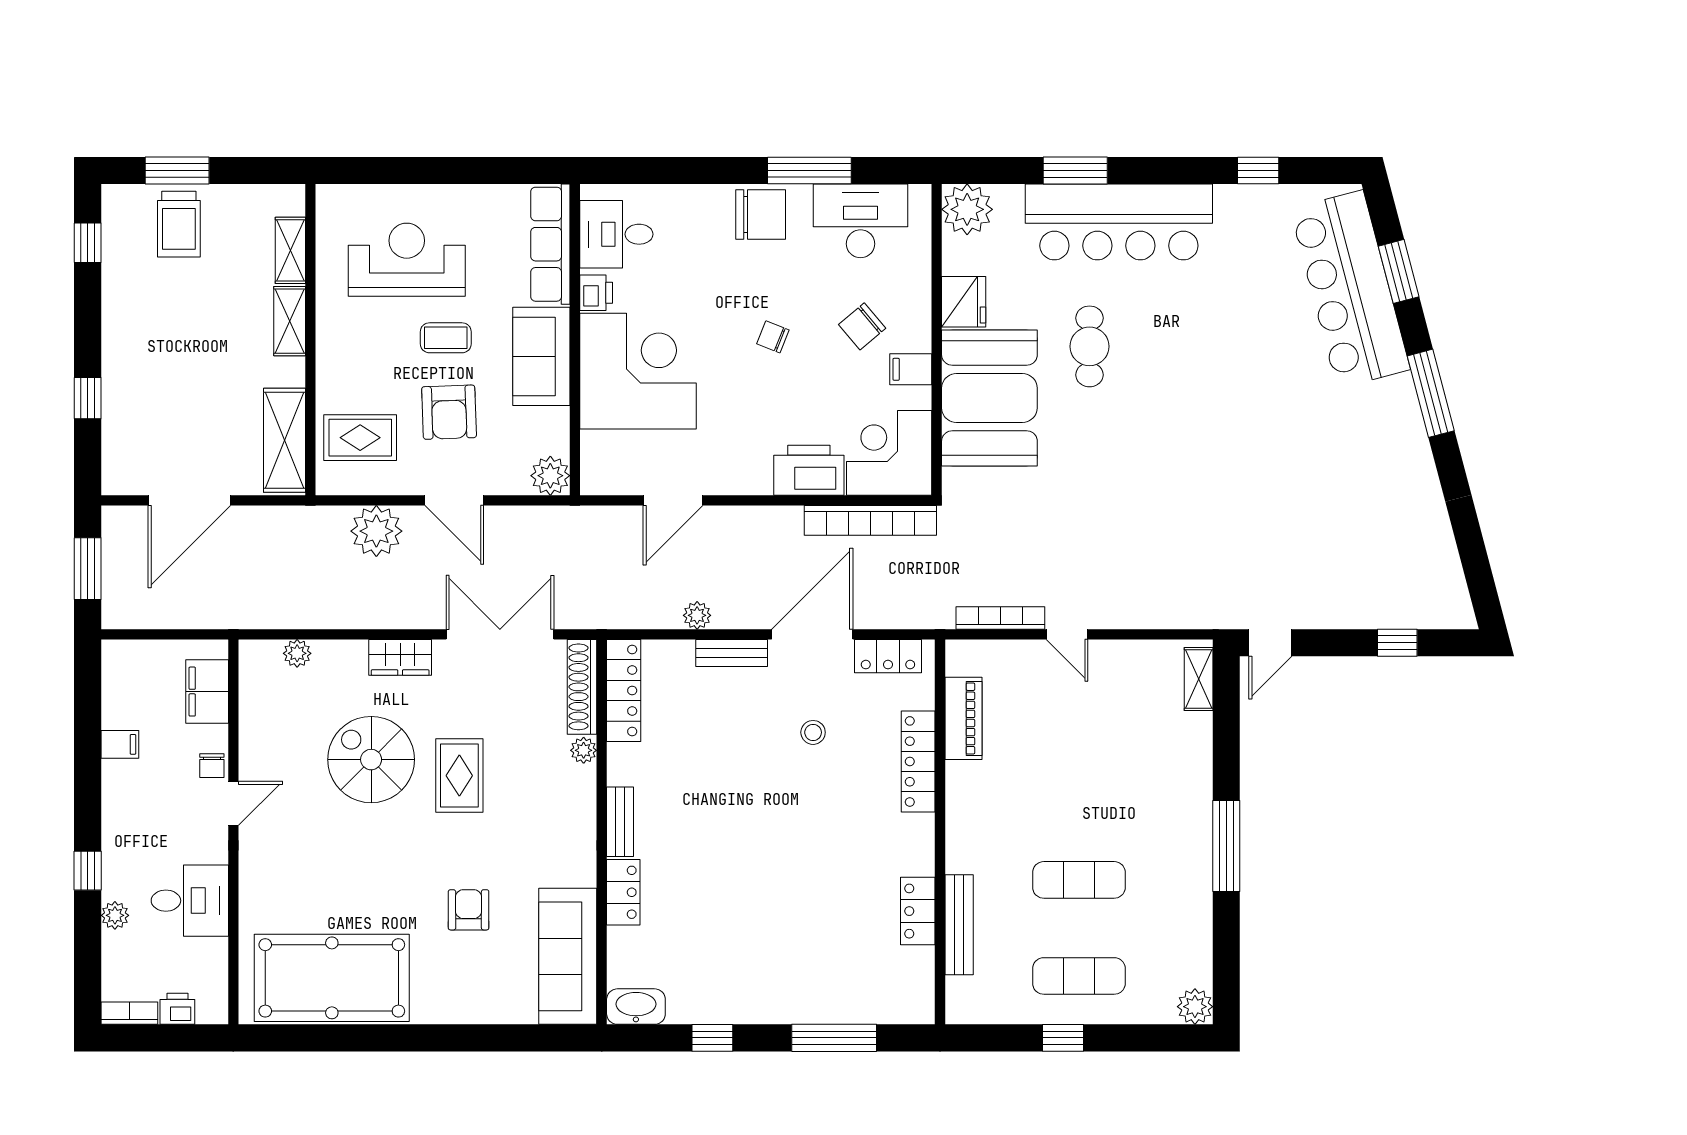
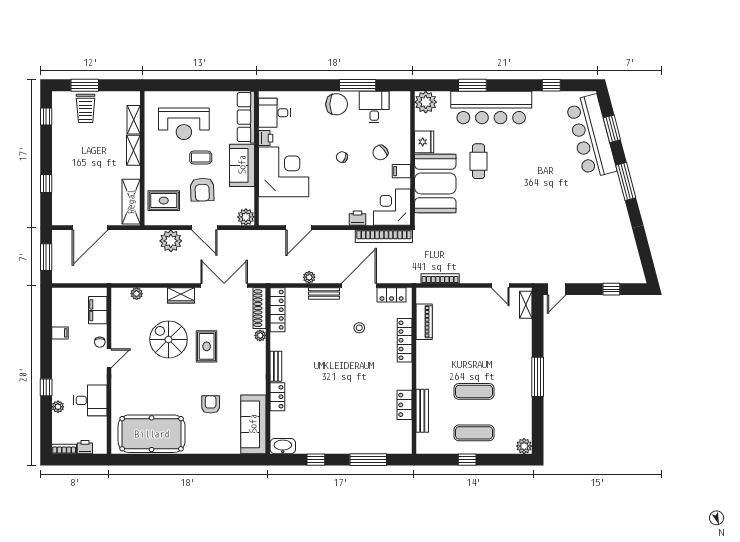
desk: (861, 221) -> (374, 107), width x0.73
reception desk: (407, 260) -> (184, 124), turned 180
printer: (809, 470) -> (357, 218), width x0.53, depth x0.68
door: (1067, 634) -> (500, 285), moved

